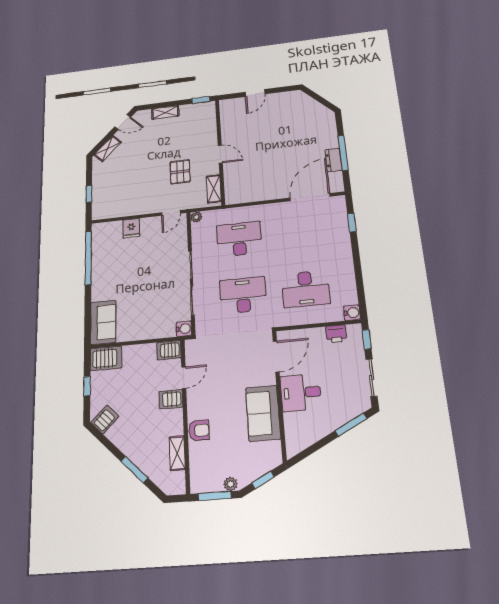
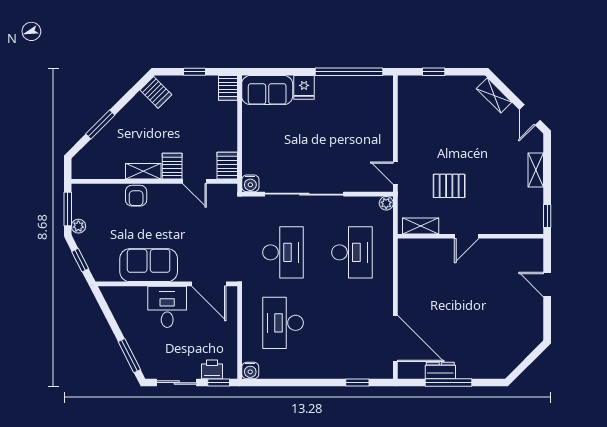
fridge: (131, 228) -> (304, 87), moved, turned -90
printer: (336, 334) -> (212, 369), moved, turned 90
server rack: (106, 358) -> (228, 88), width x0.73, depth x0.70
shelving: (177, 453) -> (143, 171), moved

